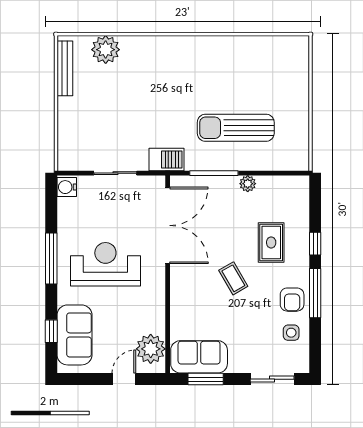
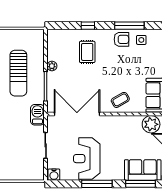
rug: (271, 242) -> (87, 52), turned 90
reception desk: (105, 264) -> (87, 159), moved
coffee table: (233, 278) -> (120, 100), moved
window: (315, 293) -> (129, 26), moved
window: (51, 331) -> (141, 184), width x2.17

